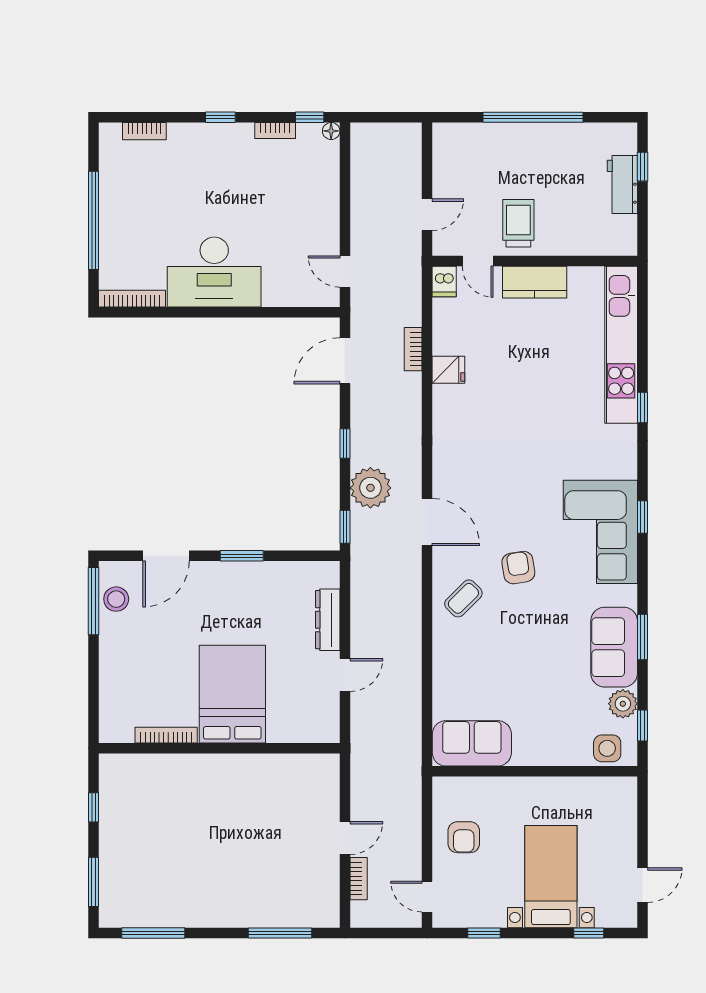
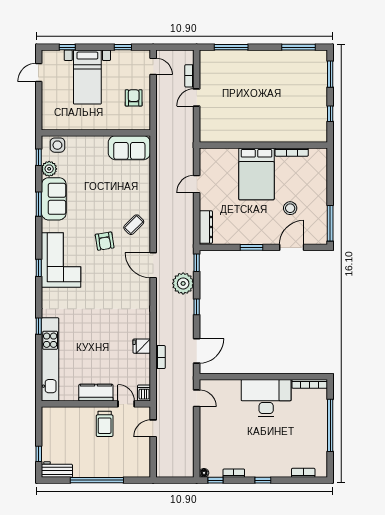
workbench: (622, 184) -> (57, 469), moved, turned -90
stool: (116, 599) -> (290, 208), moved
dresser: (328, 620) -> (206, 227), moved

